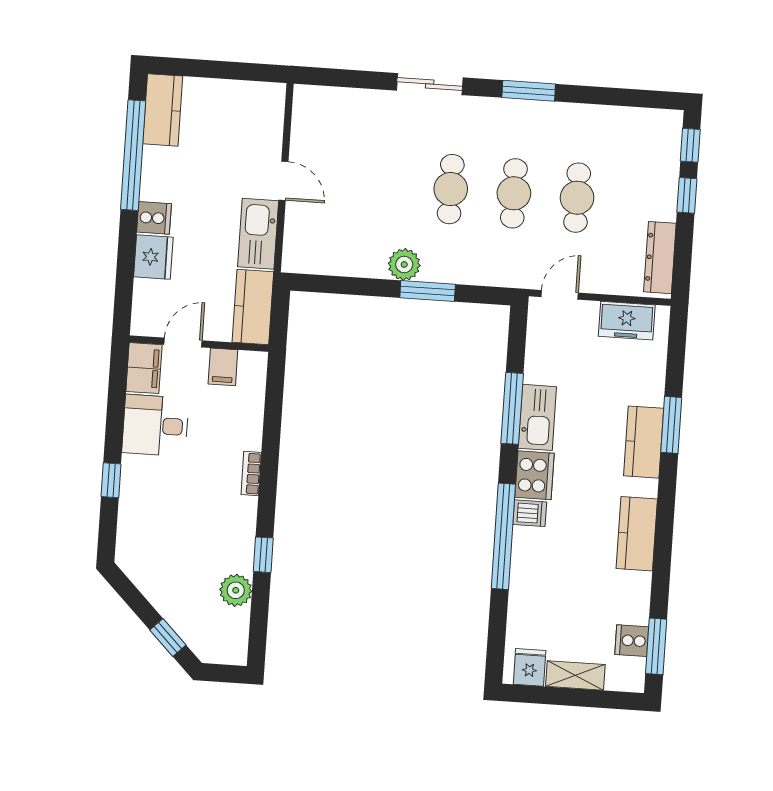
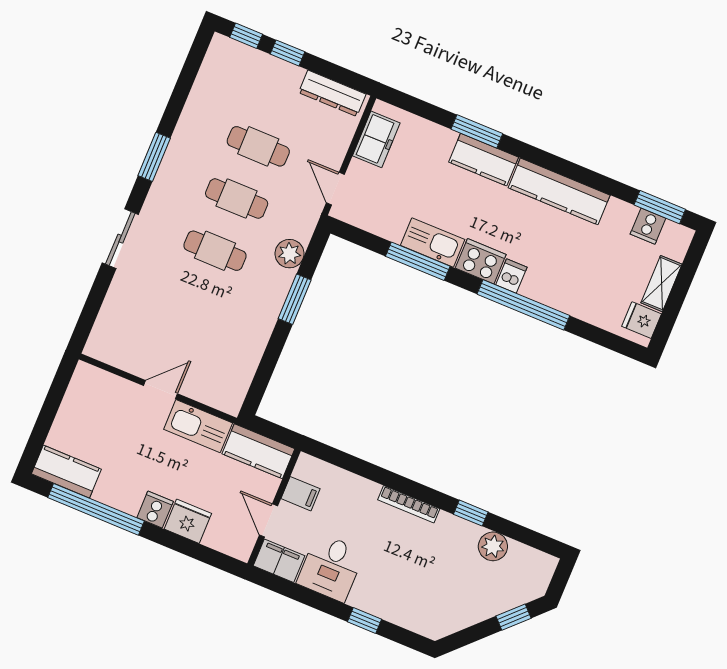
plant: (404, 265) -> (289, 254), moved
bookcase: (251, 474) -> (409, 504), width x1.56
kitchen counter: (637, 534) -> (559, 191), width x1.50

